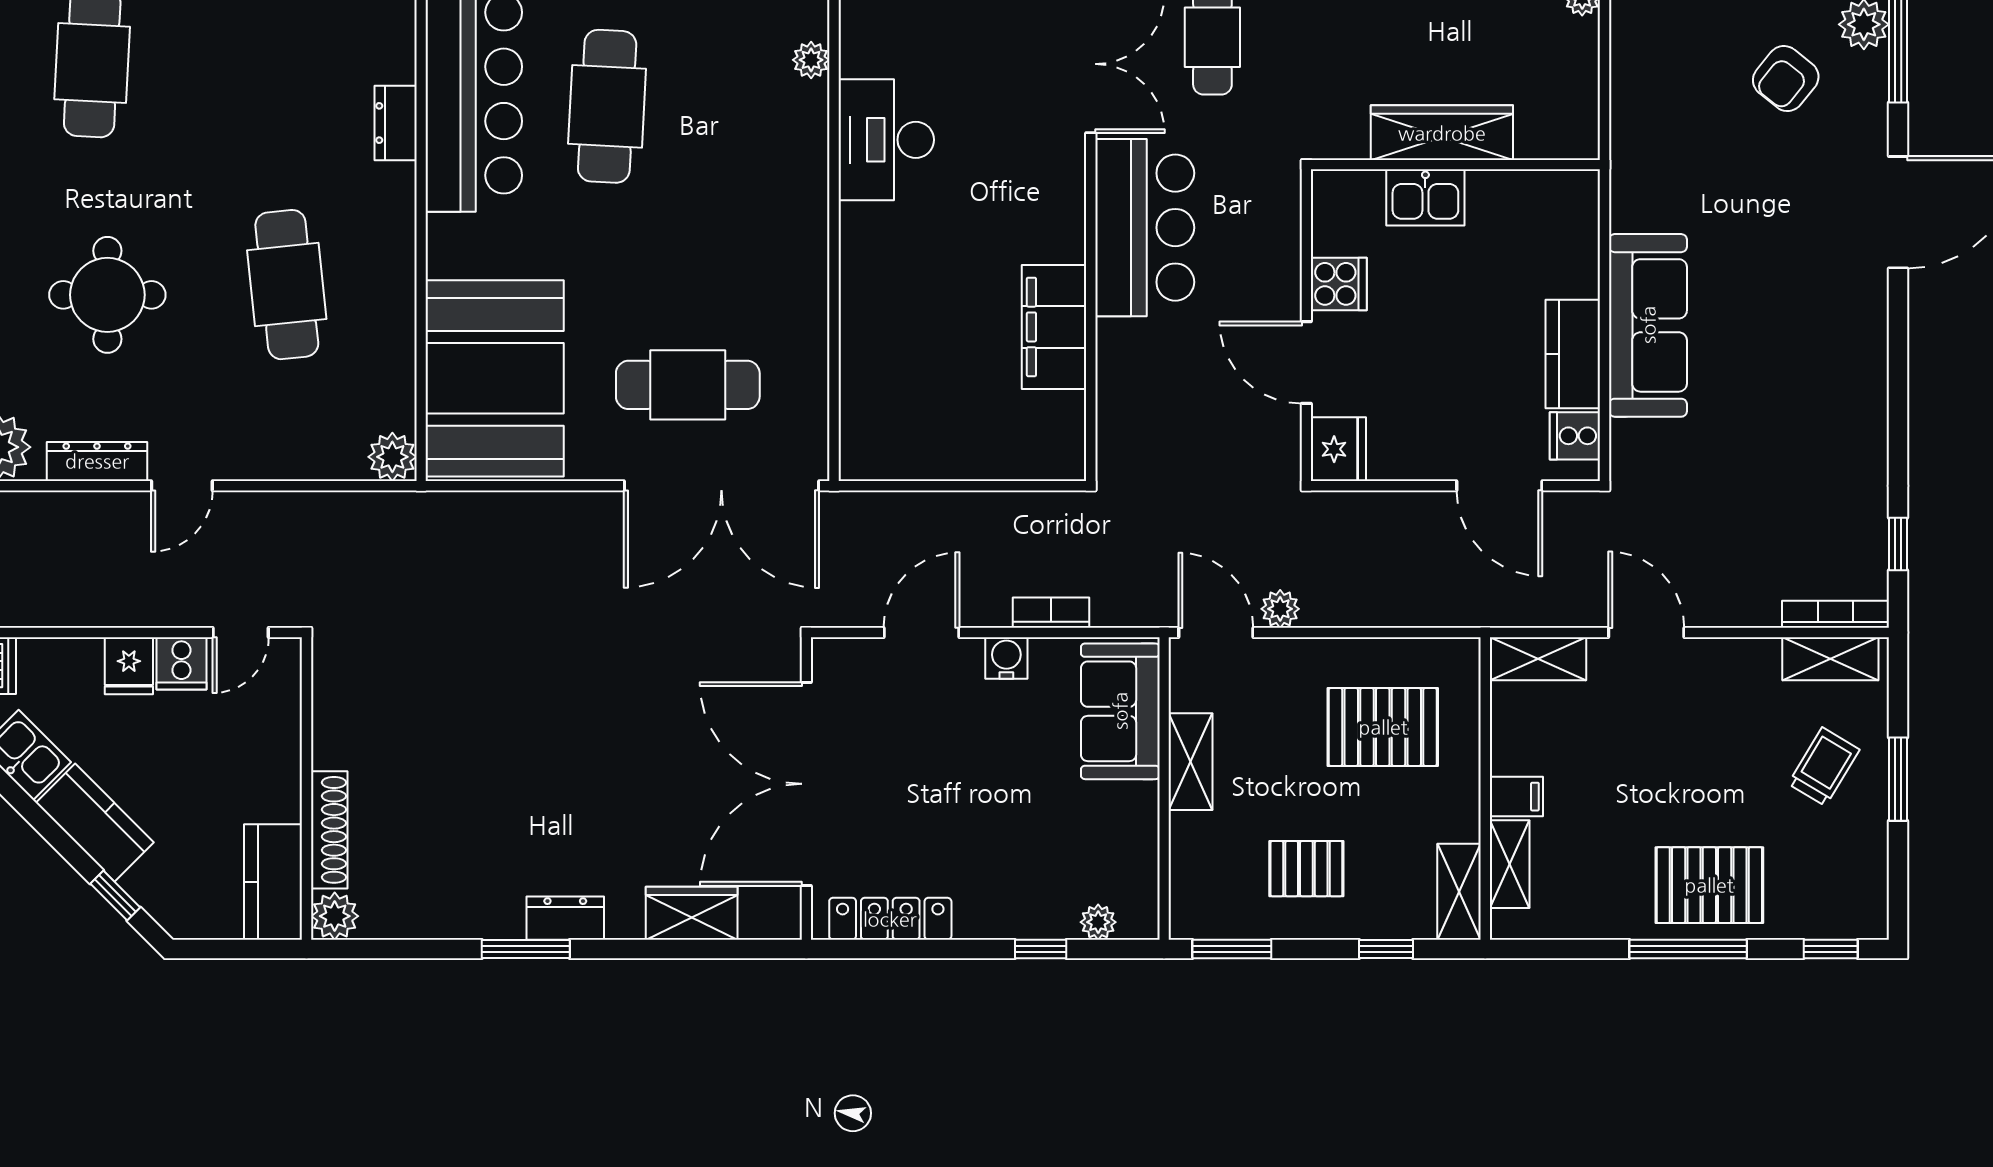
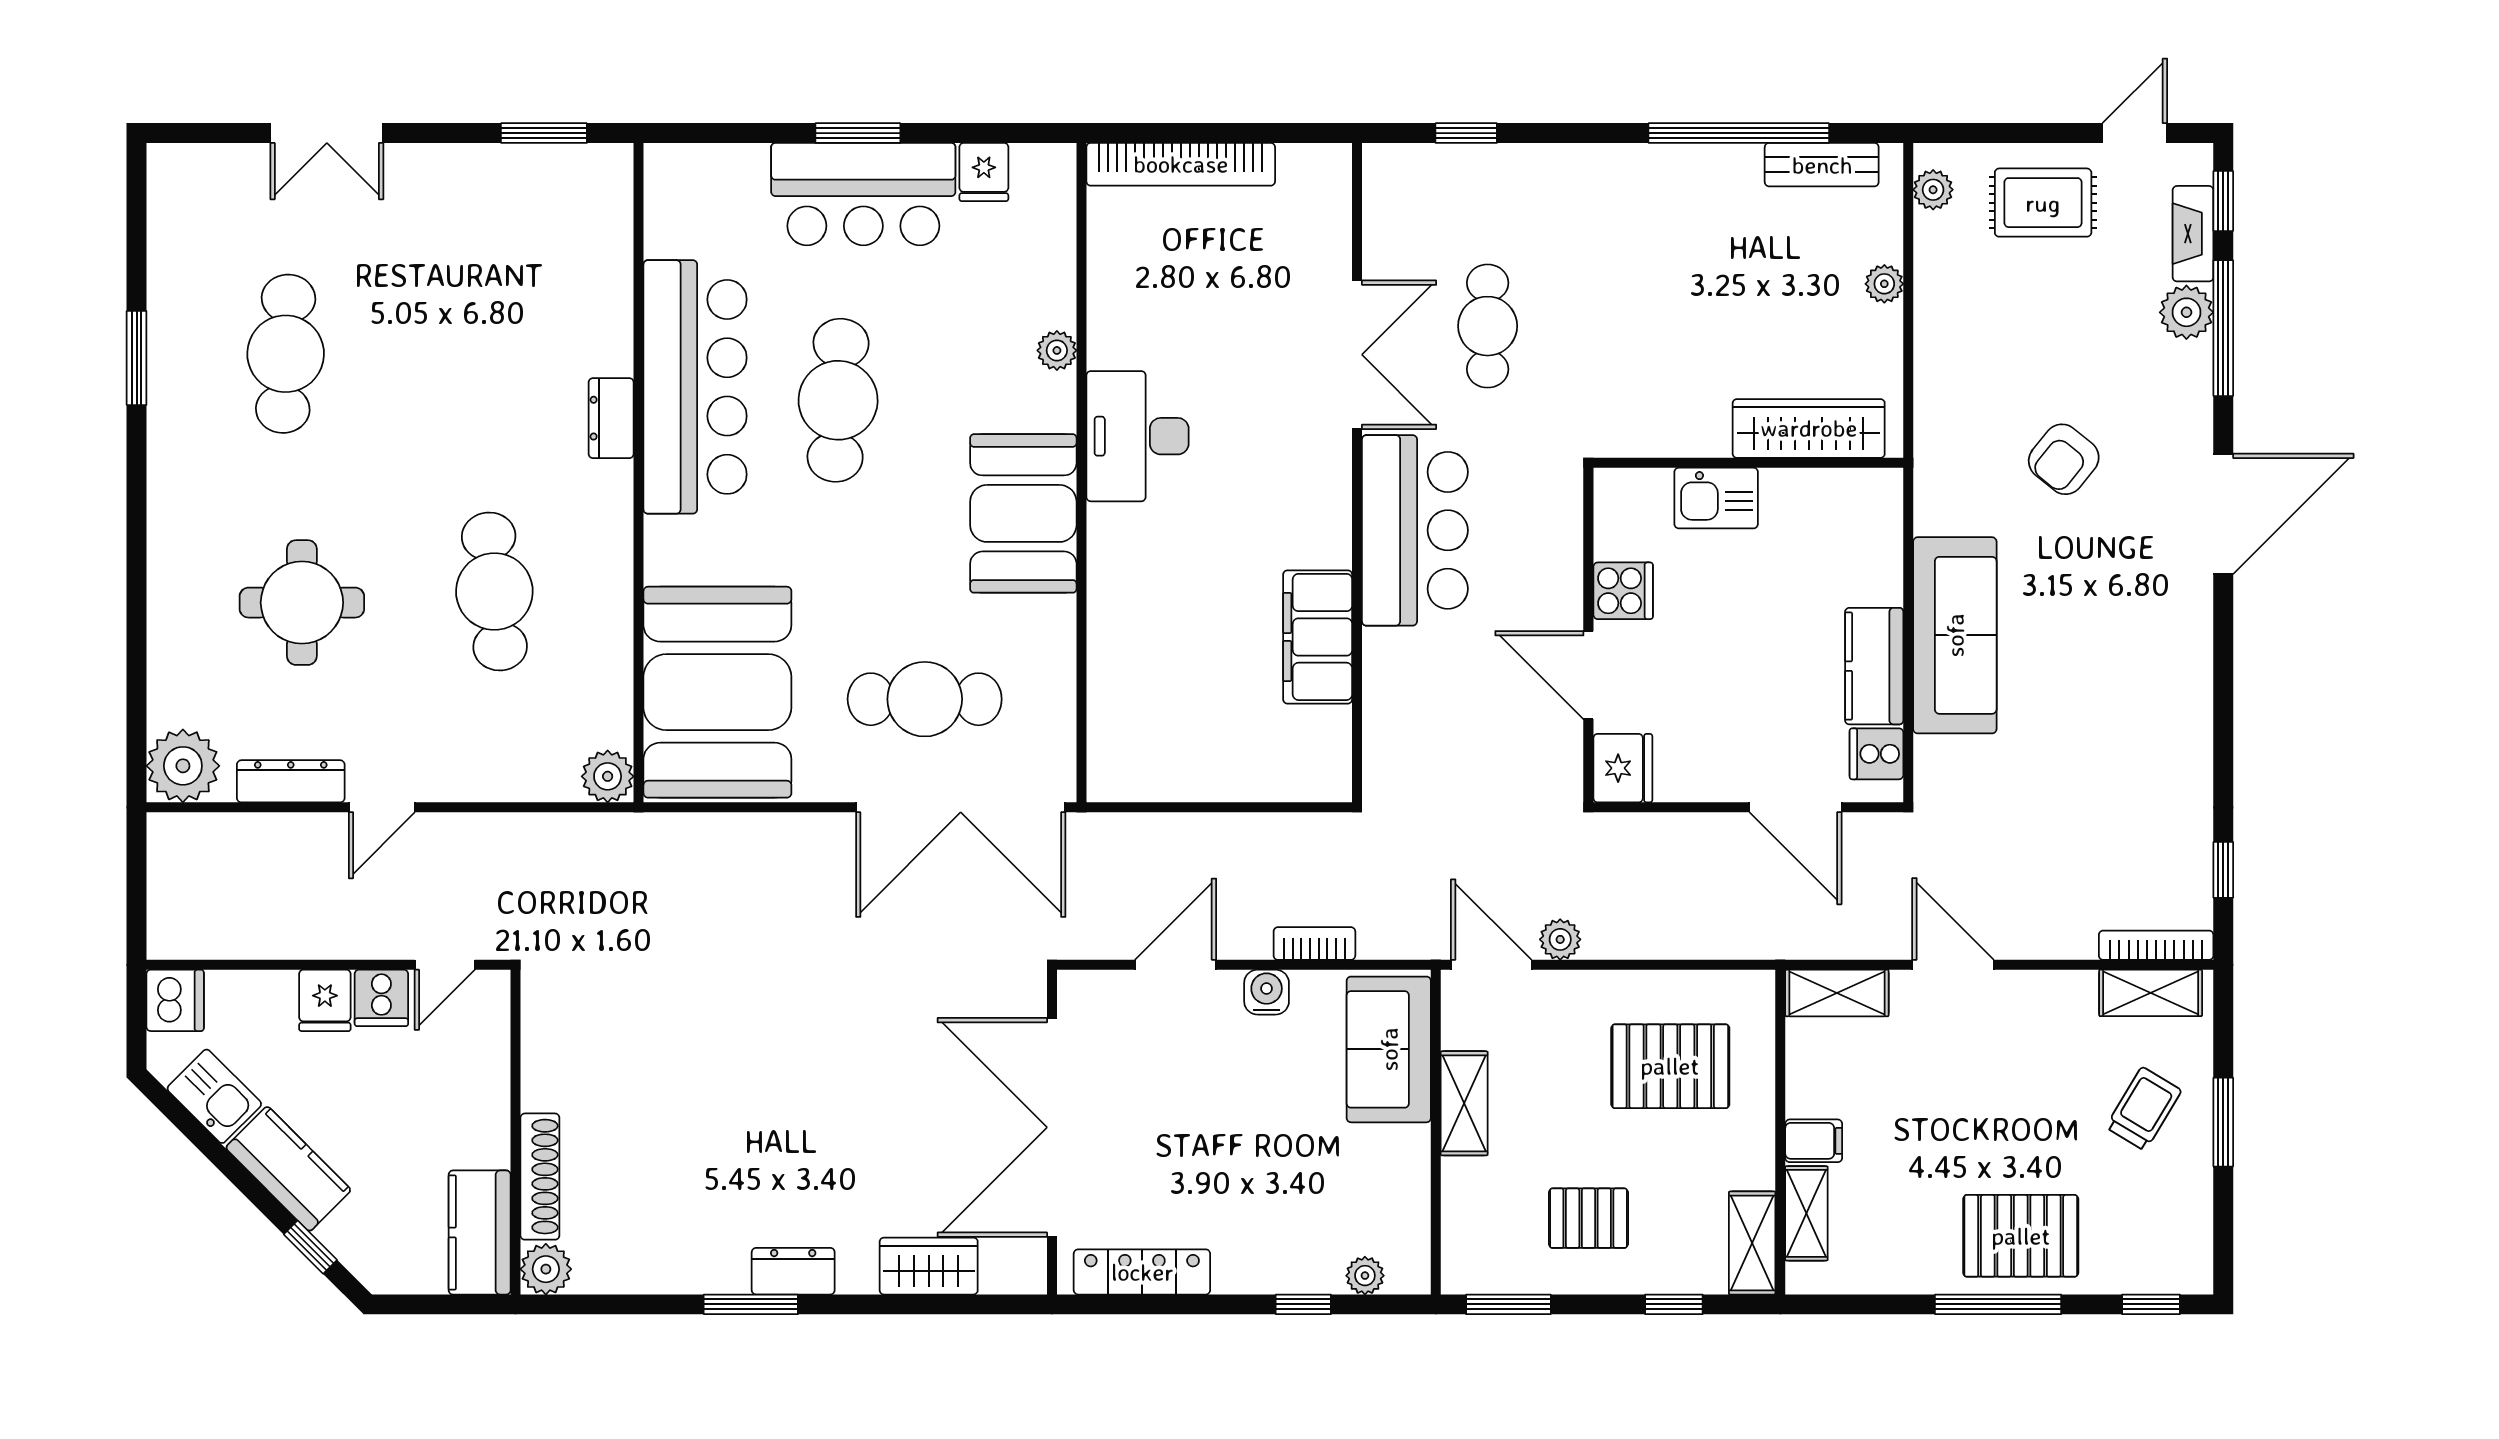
armchair: (1786, 79) -> (2064, 459), moved
wardrobe: (1442, 133) -> (1809, 428), moved
booth: (780, 212) -> (1023, 513), added

